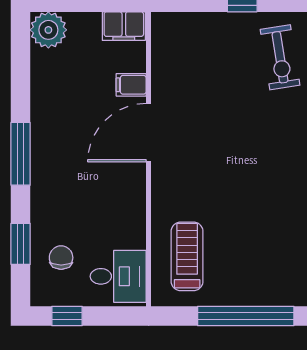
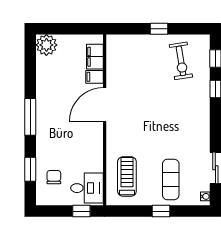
filing cabinet: (124, 26) -> (95, 57), moved, turned 90
exercise mat: (262, 262) -> (171, 179), added
window: (67, 316) -> (81, 211), moved
window: (246, 316) -> (161, 211), width x0.32

